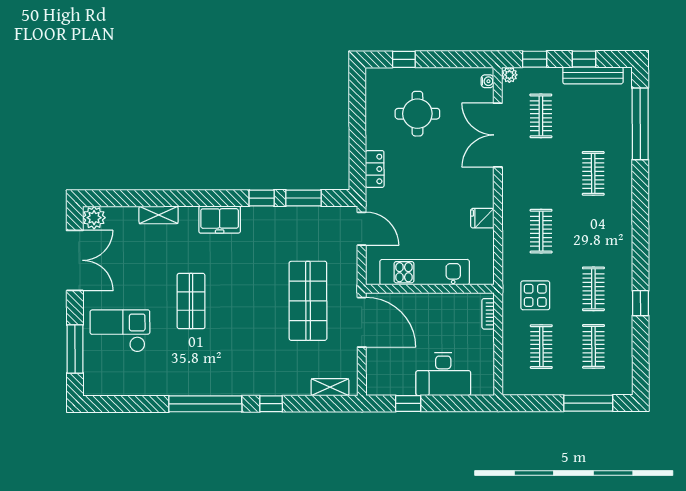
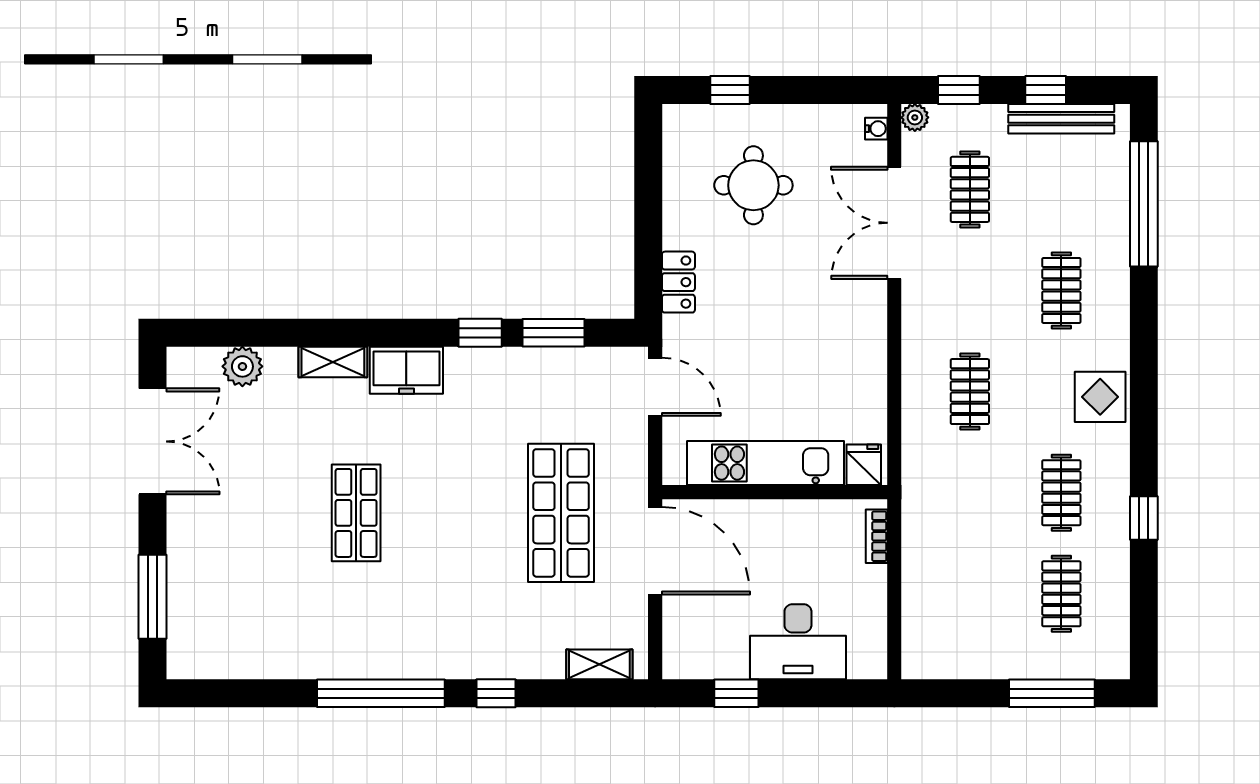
shelving: (159, 215) -> (333, 362), moved
plant: (94, 218) -> (242, 366), moved
fridge: (482, 218) -> (864, 465), moved, turned 90
display table: (535, 295) -> (1100, 397), moved
checkout: (120, 331) -> (231, 565), removed
clothes rail: (541, 347) -> (970, 594), removed

